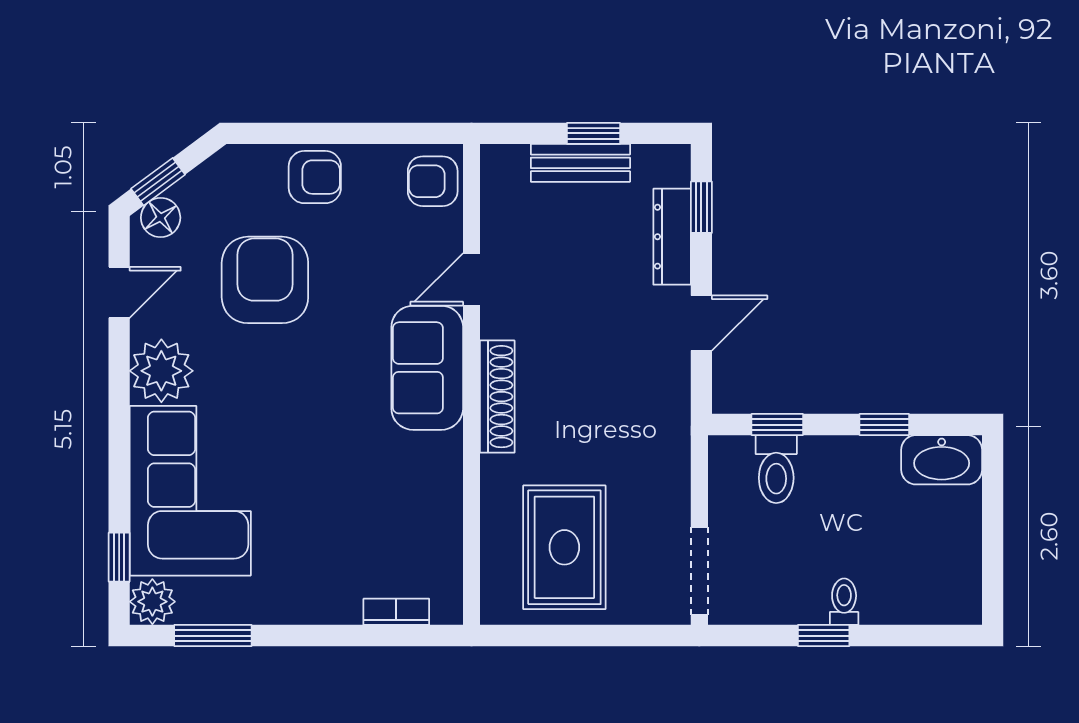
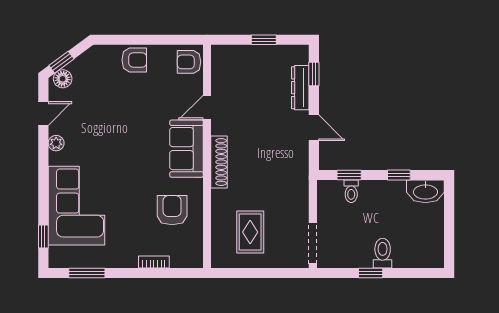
bench: (580, 163) -> (258, 53), removed
armchair: (265, 280) -> (172, 210), moved, width x0.73, depth x0.73
door: (701, 323) -> (314, 128), hinge flipped
plant: (161, 371) -> (56, 143), width x0.53, depth x0.53
toilet: (776, 469) -> (351, 191), width x0.73, depth x0.72
rug: (564, 547) -> (250, 232), width x0.73, depth x0.70
plant: (152, 602) -> (59, 257), removed
toilet: (844, 602) -> (383, 253), width x1.37, depth x1.39
bookcase: (396, 612) -> (154, 262), moved

